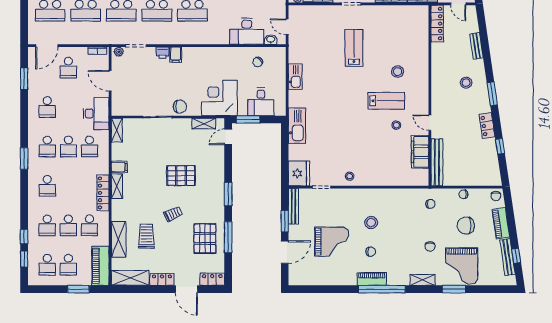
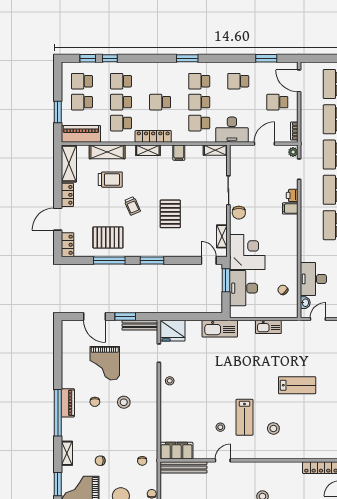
desk: (261, 102) -> (243, 288), width x1.37
filing cabinet: (420, 152) -> (176, 451), moved
school desk: (47, 186) -> (160, 102), moved
shelving: (117, 186) -> (148, 150), moved

